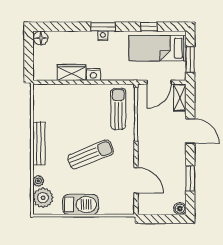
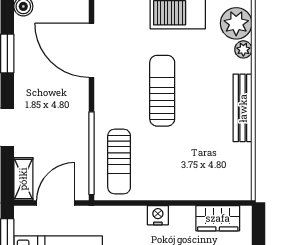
wardrobe: (71, 72) -> (218, 218), moved
sun lounger: (91, 154) -> (162, 91), turned 112
door: (136, 180) -> (92, 50), width x1.36

